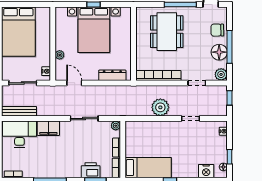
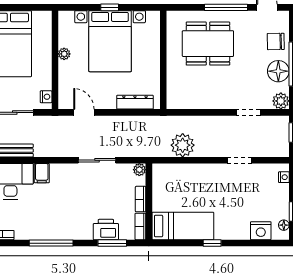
dining table: (167, 32) -> (208, 44), turned 90
plant: (60, 55) -> (64, 54), moved
bookcase: (158, 75) -> (197, 102), removed
plant: (160, 107) -> (183, 145), moved
filing cabinet: (48, 128) -> (42, 173), width x0.50

